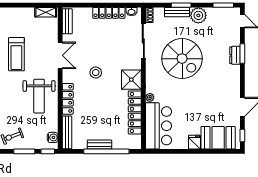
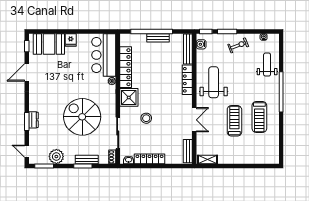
plant: (198, 15) -> (56, 157), moved
double door: (60, 55) -> (194, 120), swing flipped
stool: (96, 72) -> (146, 118), moved

